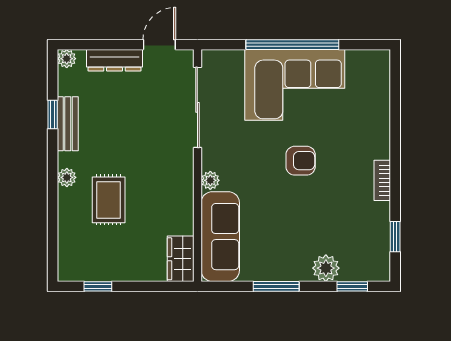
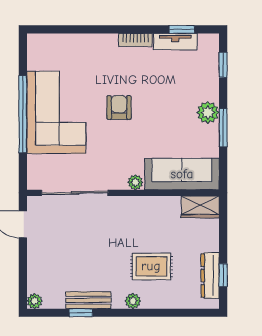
dresser: (114, 60) -> (210, 276), moved, turned 180
tv unit: (380, 229) -> (175, 42), added
plant: (326, 268) -> (208, 112), moved

